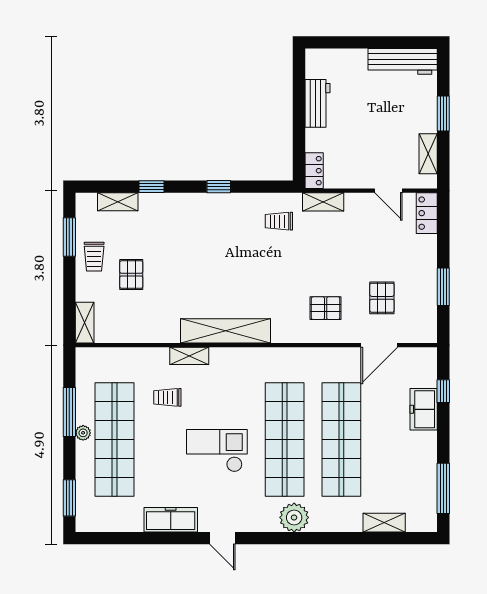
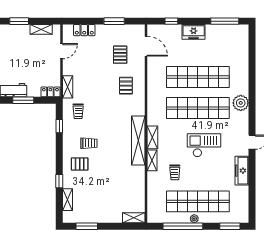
window: (299, 121) -> (23, 100), added
window: (219, 187) -> (59, 126), moved
locker: (427, 213) -> (84, 30), moved
trolley: (94, 257) -> (89, 143), moved
pallet: (131, 275) -> (80, 164), moved
pallet: (382, 298) -> (120, 55), turned 90
door: (379, 345) -> (146, 46), moved
freezer: (424, 409) -> (194, 32), moved
window: (69, 412) -> (183, 226), width x1.46
checkout: (217, 451) -> (204, 145), turned 90
shelving: (384, 523) -> (152, 137), moved

